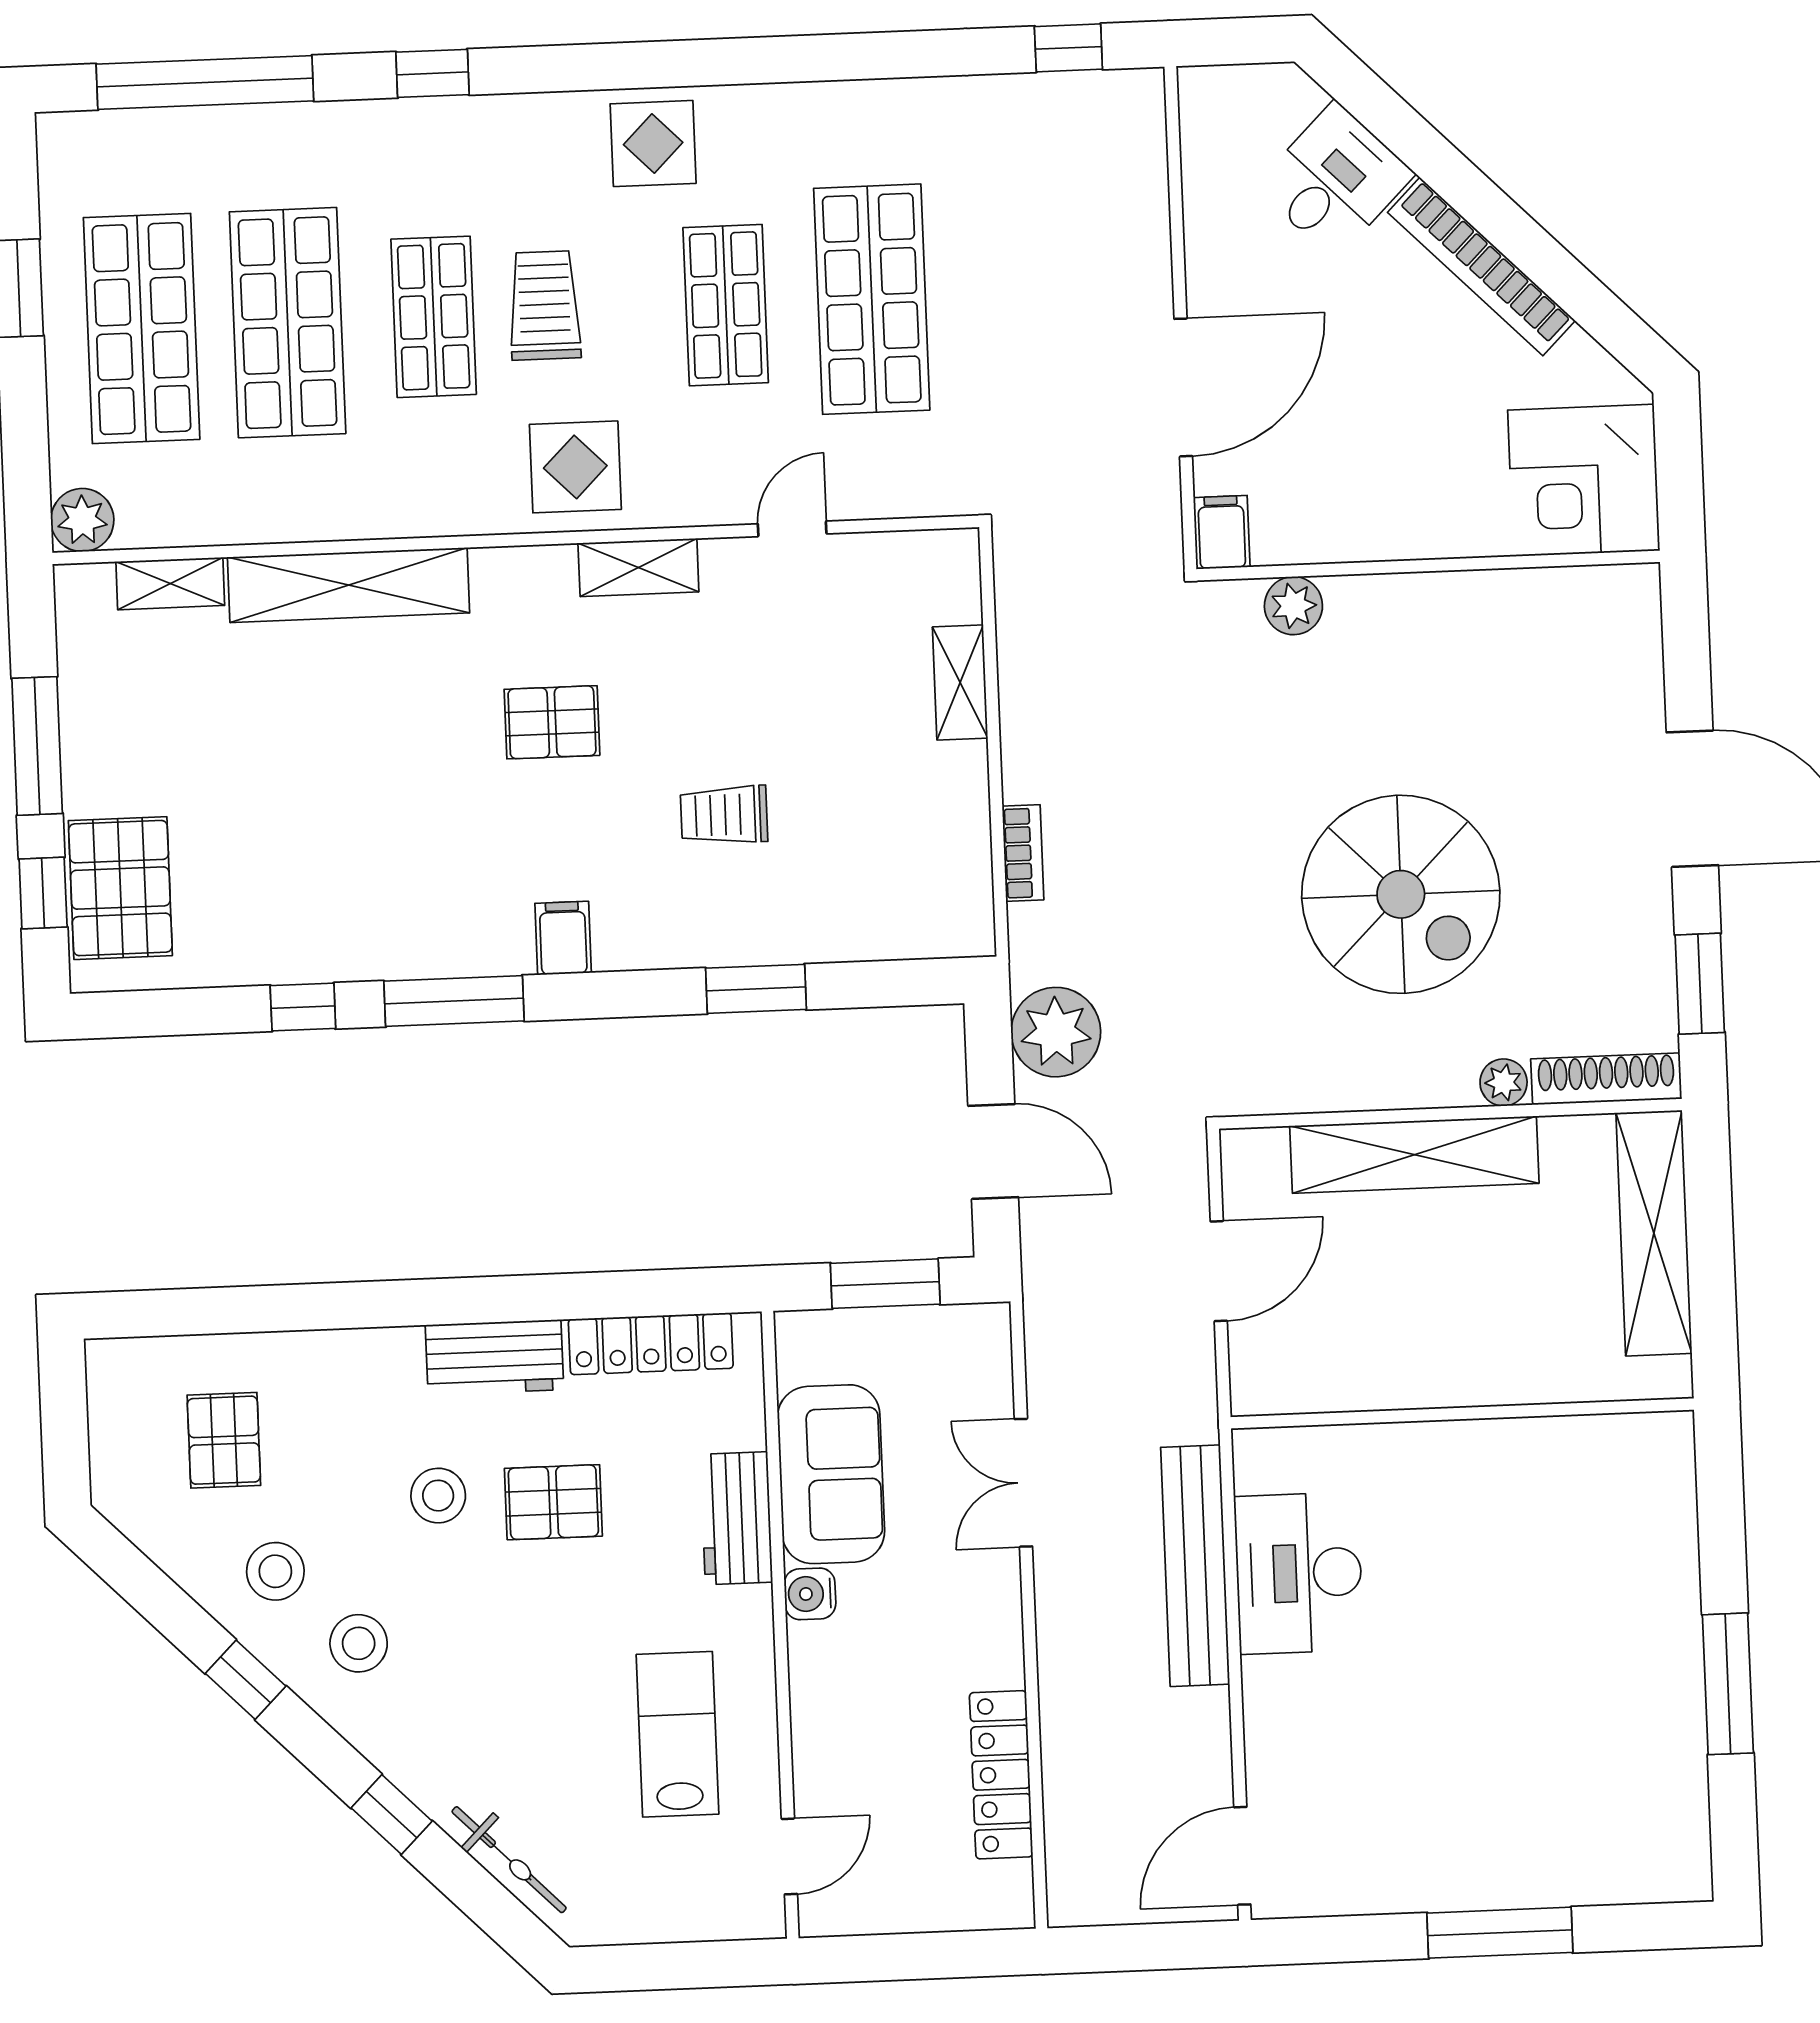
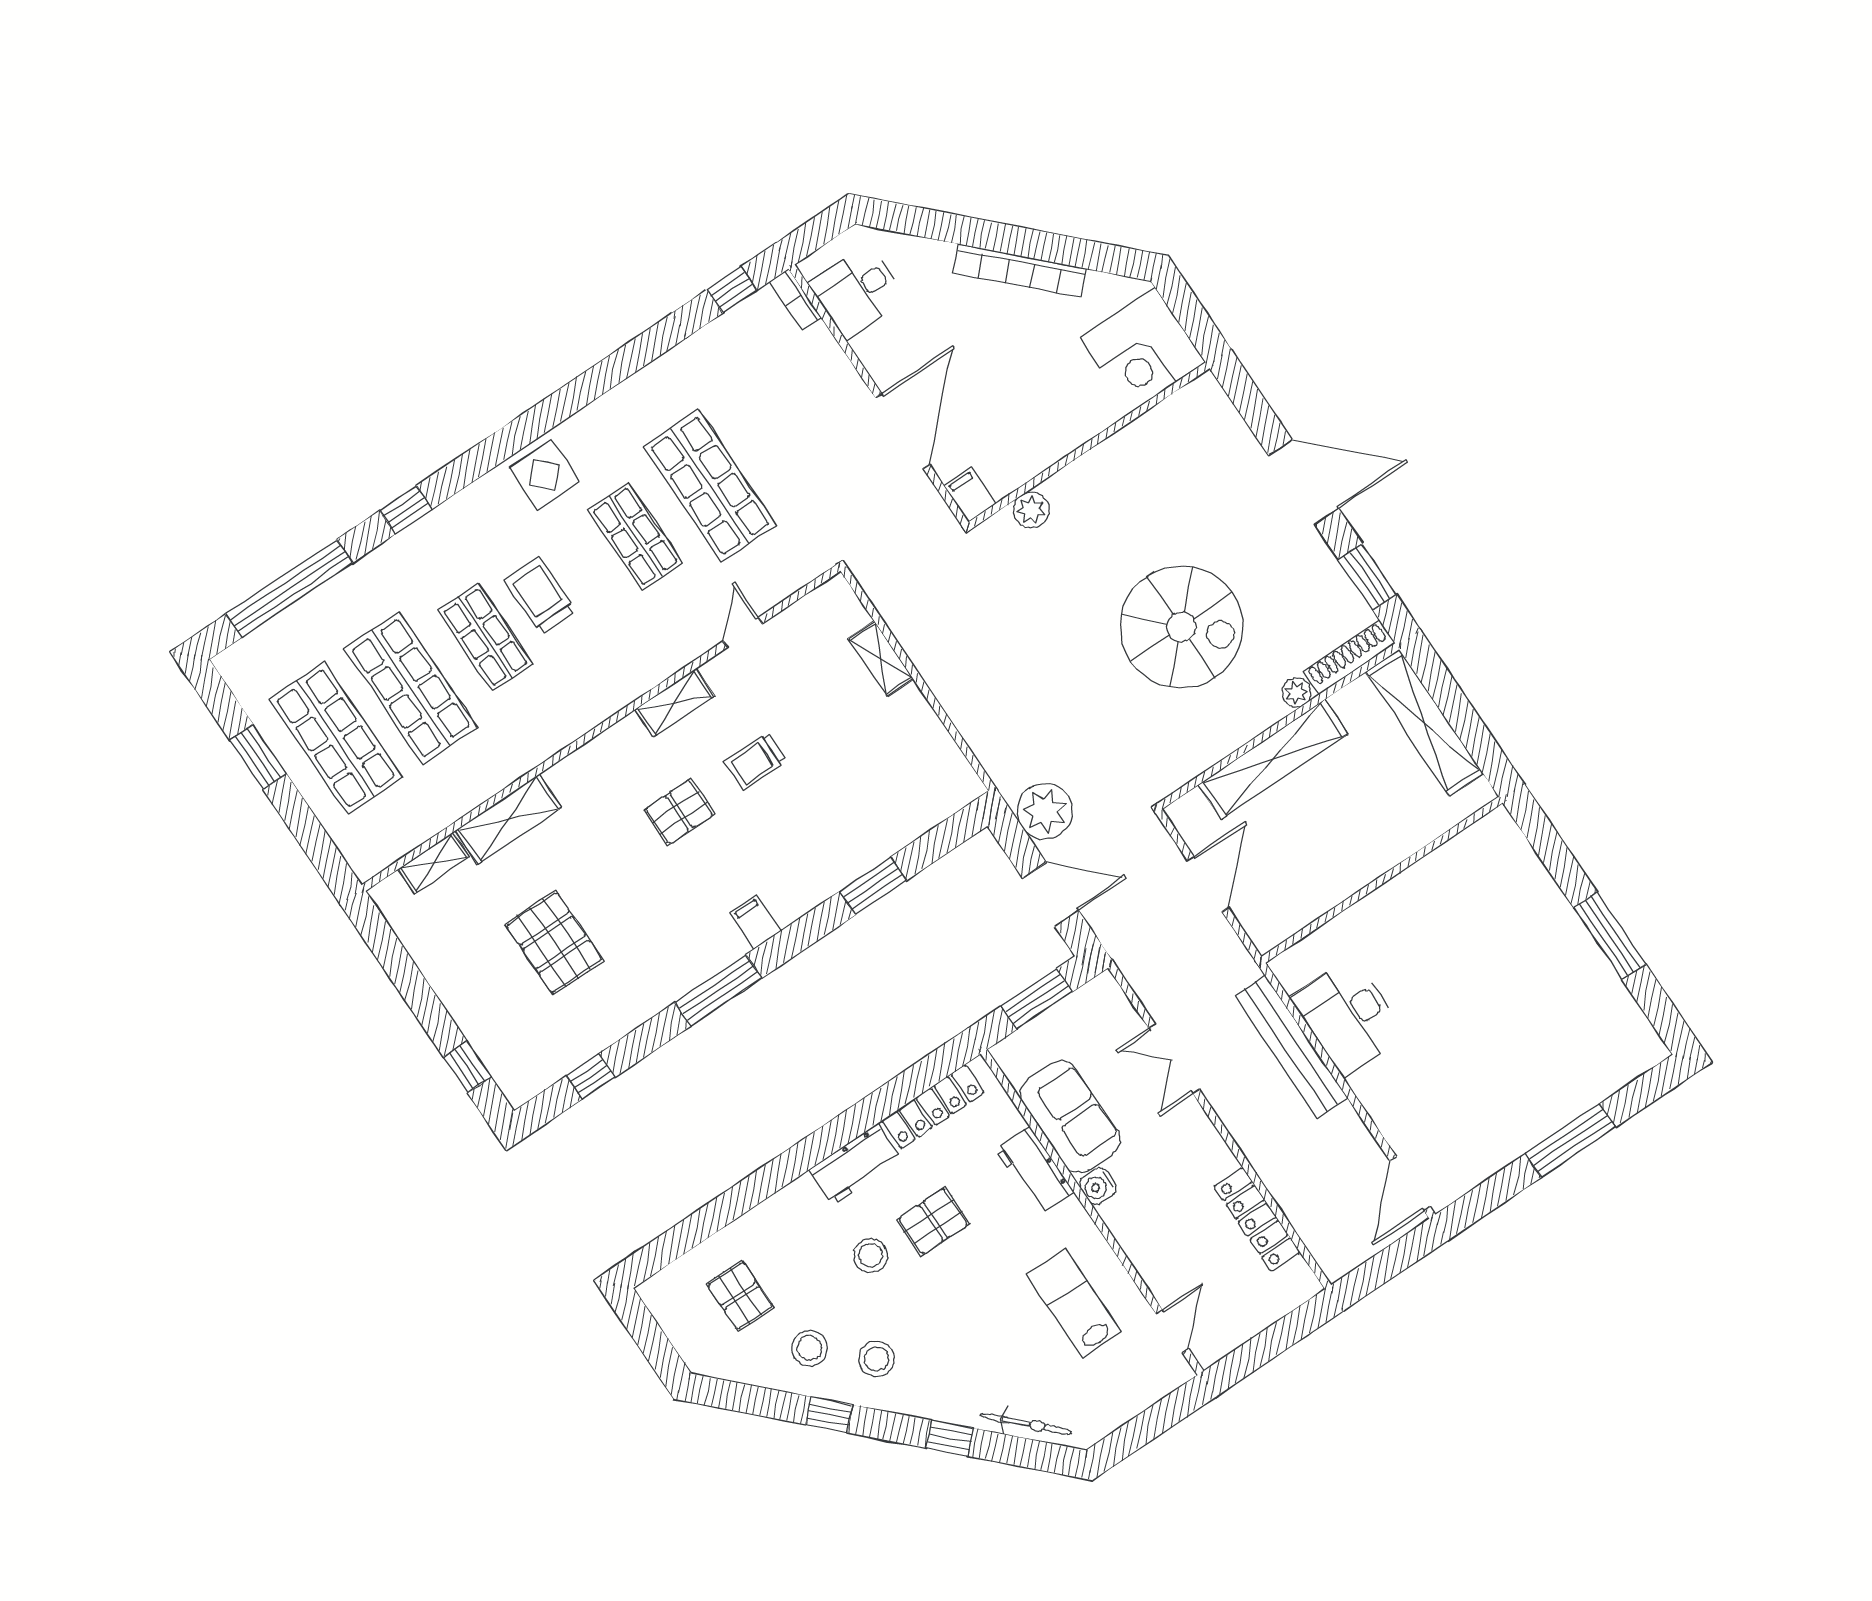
desk: (1335, 180) -> (857, 291), moved, turned -135
display table: (575, 467) -> (609, 670), removed
plant: (82, 520) -> (367, 858), removed
shelving: (349, 585) -> (508, 819), width x0.68
window: (37, 746) -> (416, 992), removed
trolley: (724, 815) -> (756, 761), moved
bookcase: (1023, 853) -> (795, 300), moved, turned 180
pallet: (120, 888) -> (554, 942), moved
window: (303, 1007) -> (591, 1076), moved

